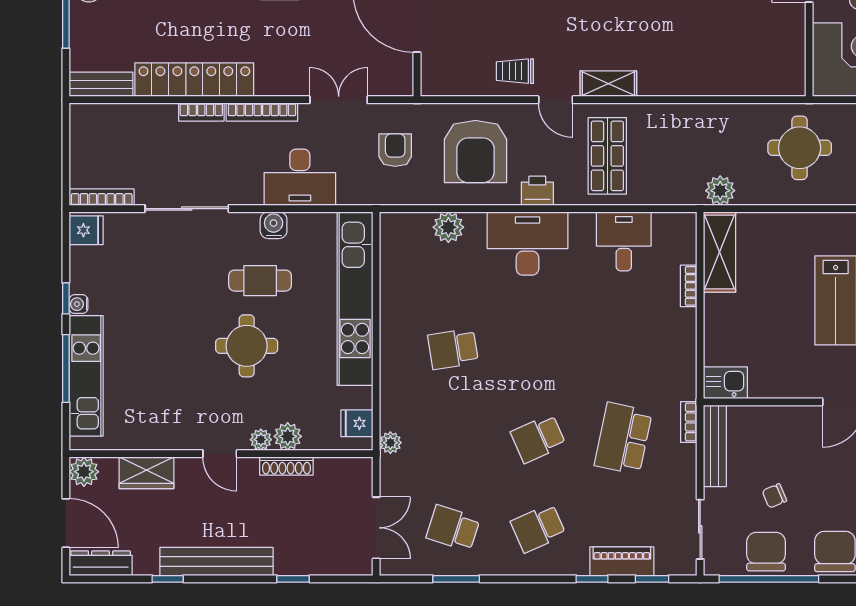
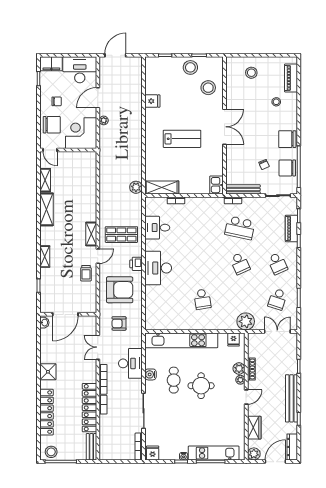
round table: (800, 148) -> (118, 154), removed
plant: (448, 227) -> (151, 301), removed
plant: (390, 443) -> (246, 321), width x1.87, depth x1.87

